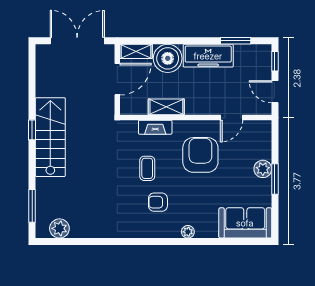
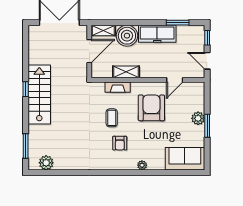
armchair: (158, 202) -> (120, 143), turned -90

